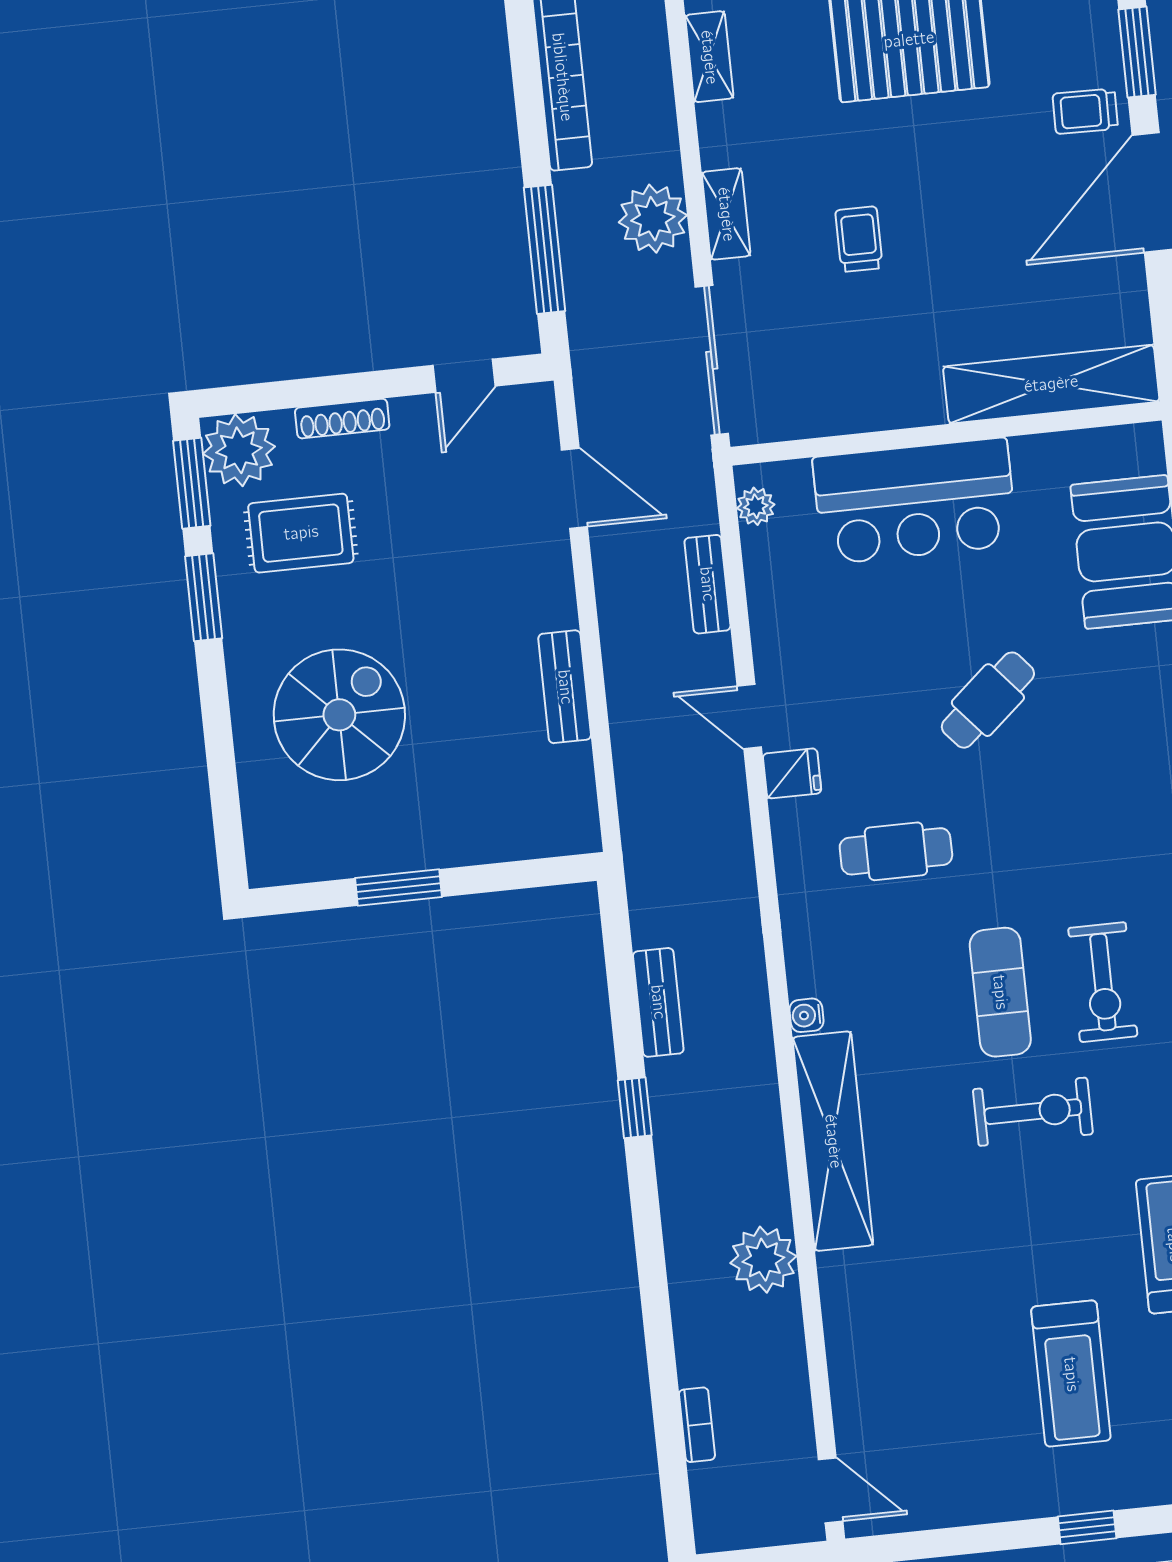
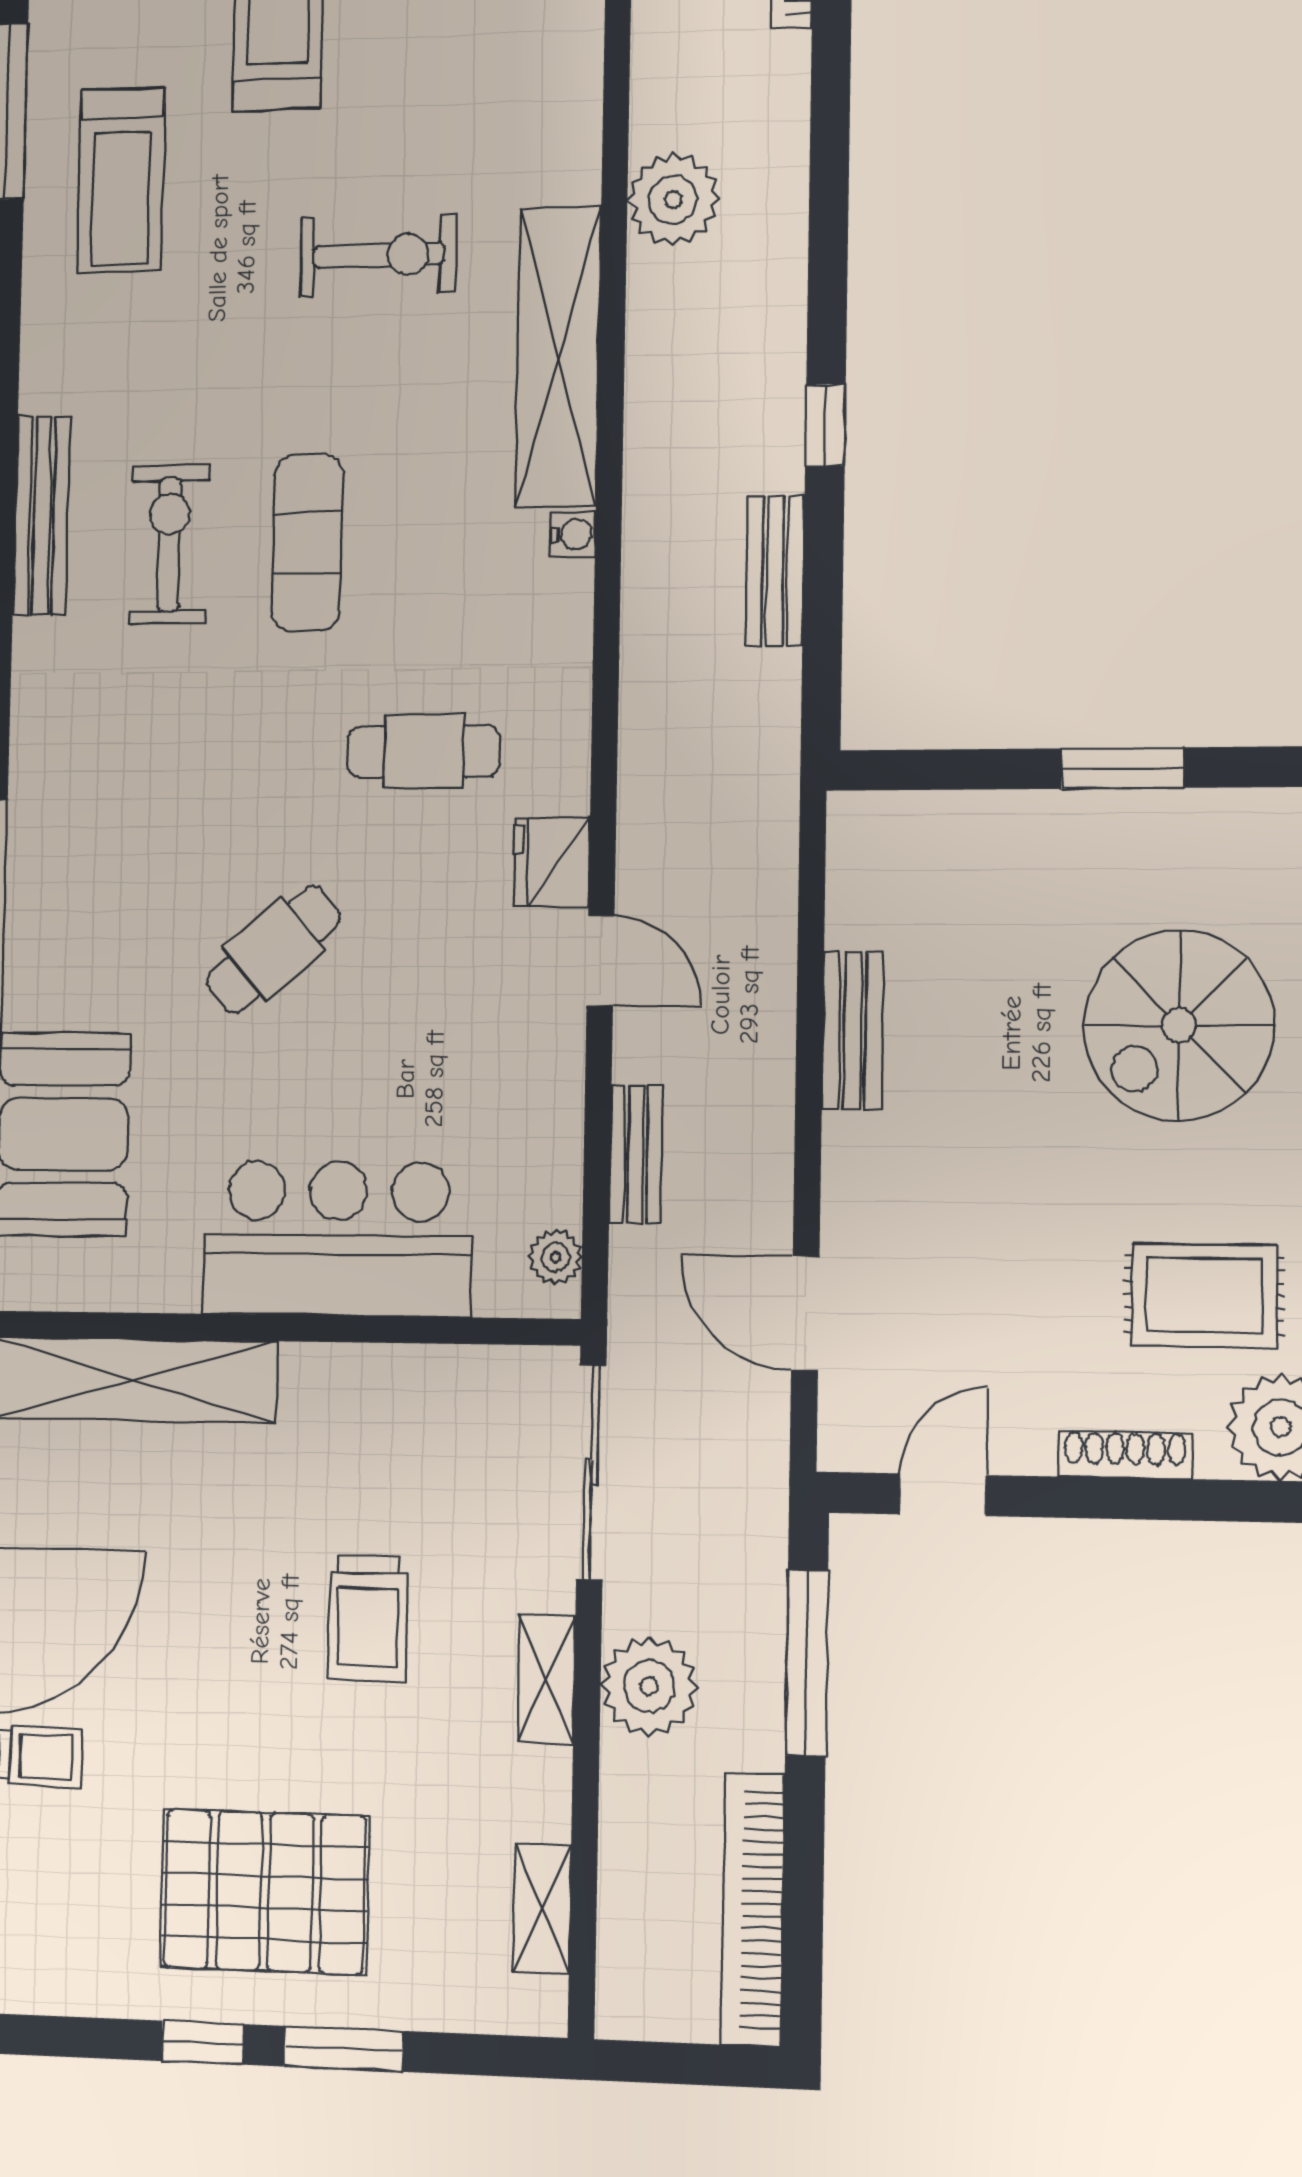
trolley: (859, 239) -> (368, 1618), width x1.36, depth x1.39
fridge: (792, 773) -> (552, 862), width x1.38
exercise bike: (1033, 1112) -> (378, 255), moved, turned 180

